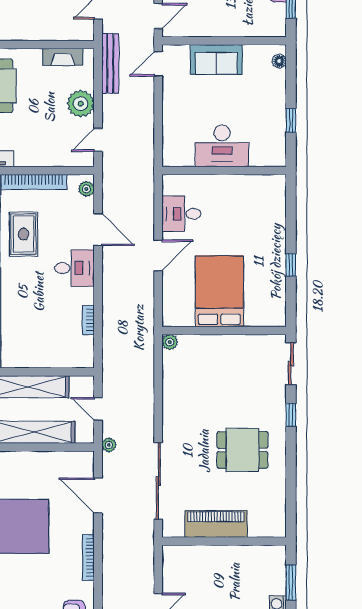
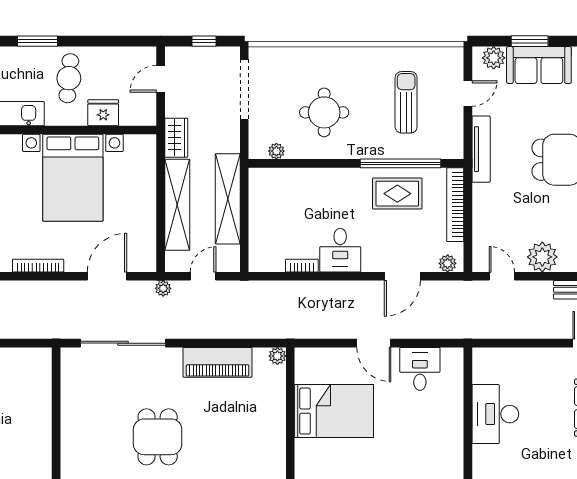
desk: (74, 268) -> (340, 250), moved
piano: (216, 524) -> (218, 362), moved, turned 90

